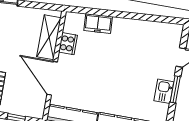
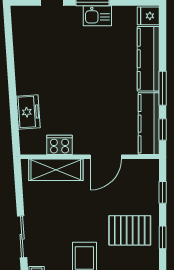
door: (52, 78) -> (106, 157), width x0.73

